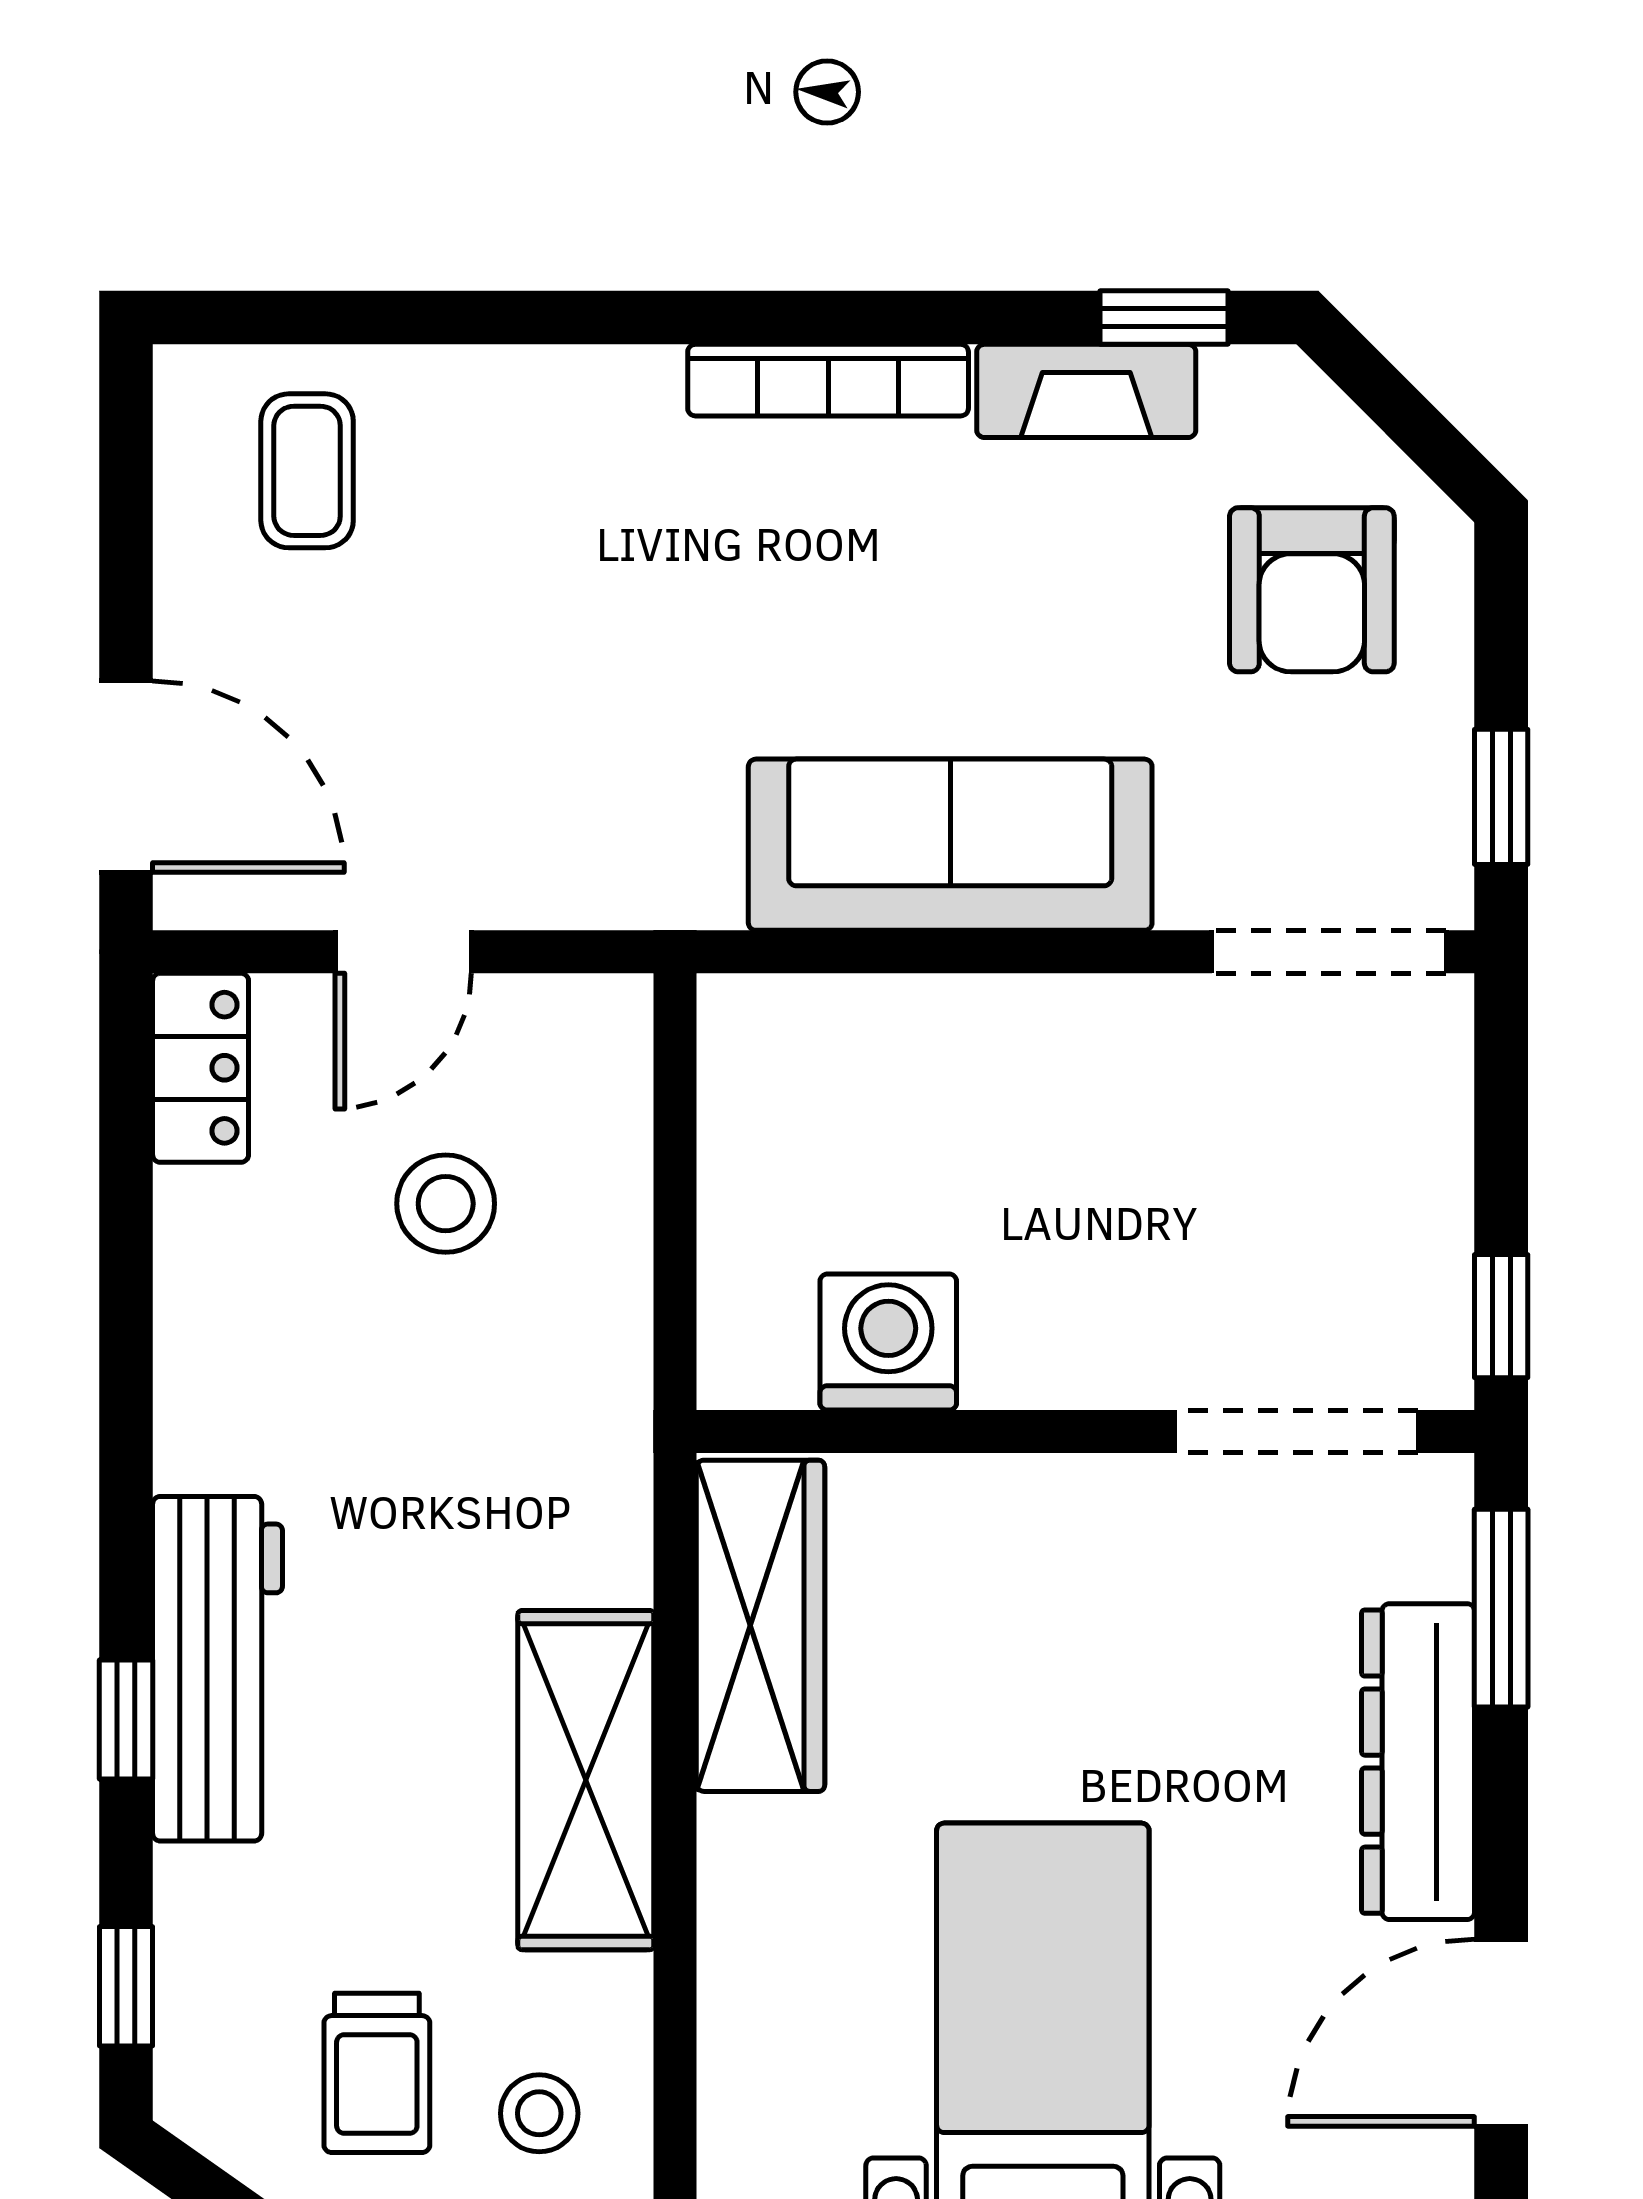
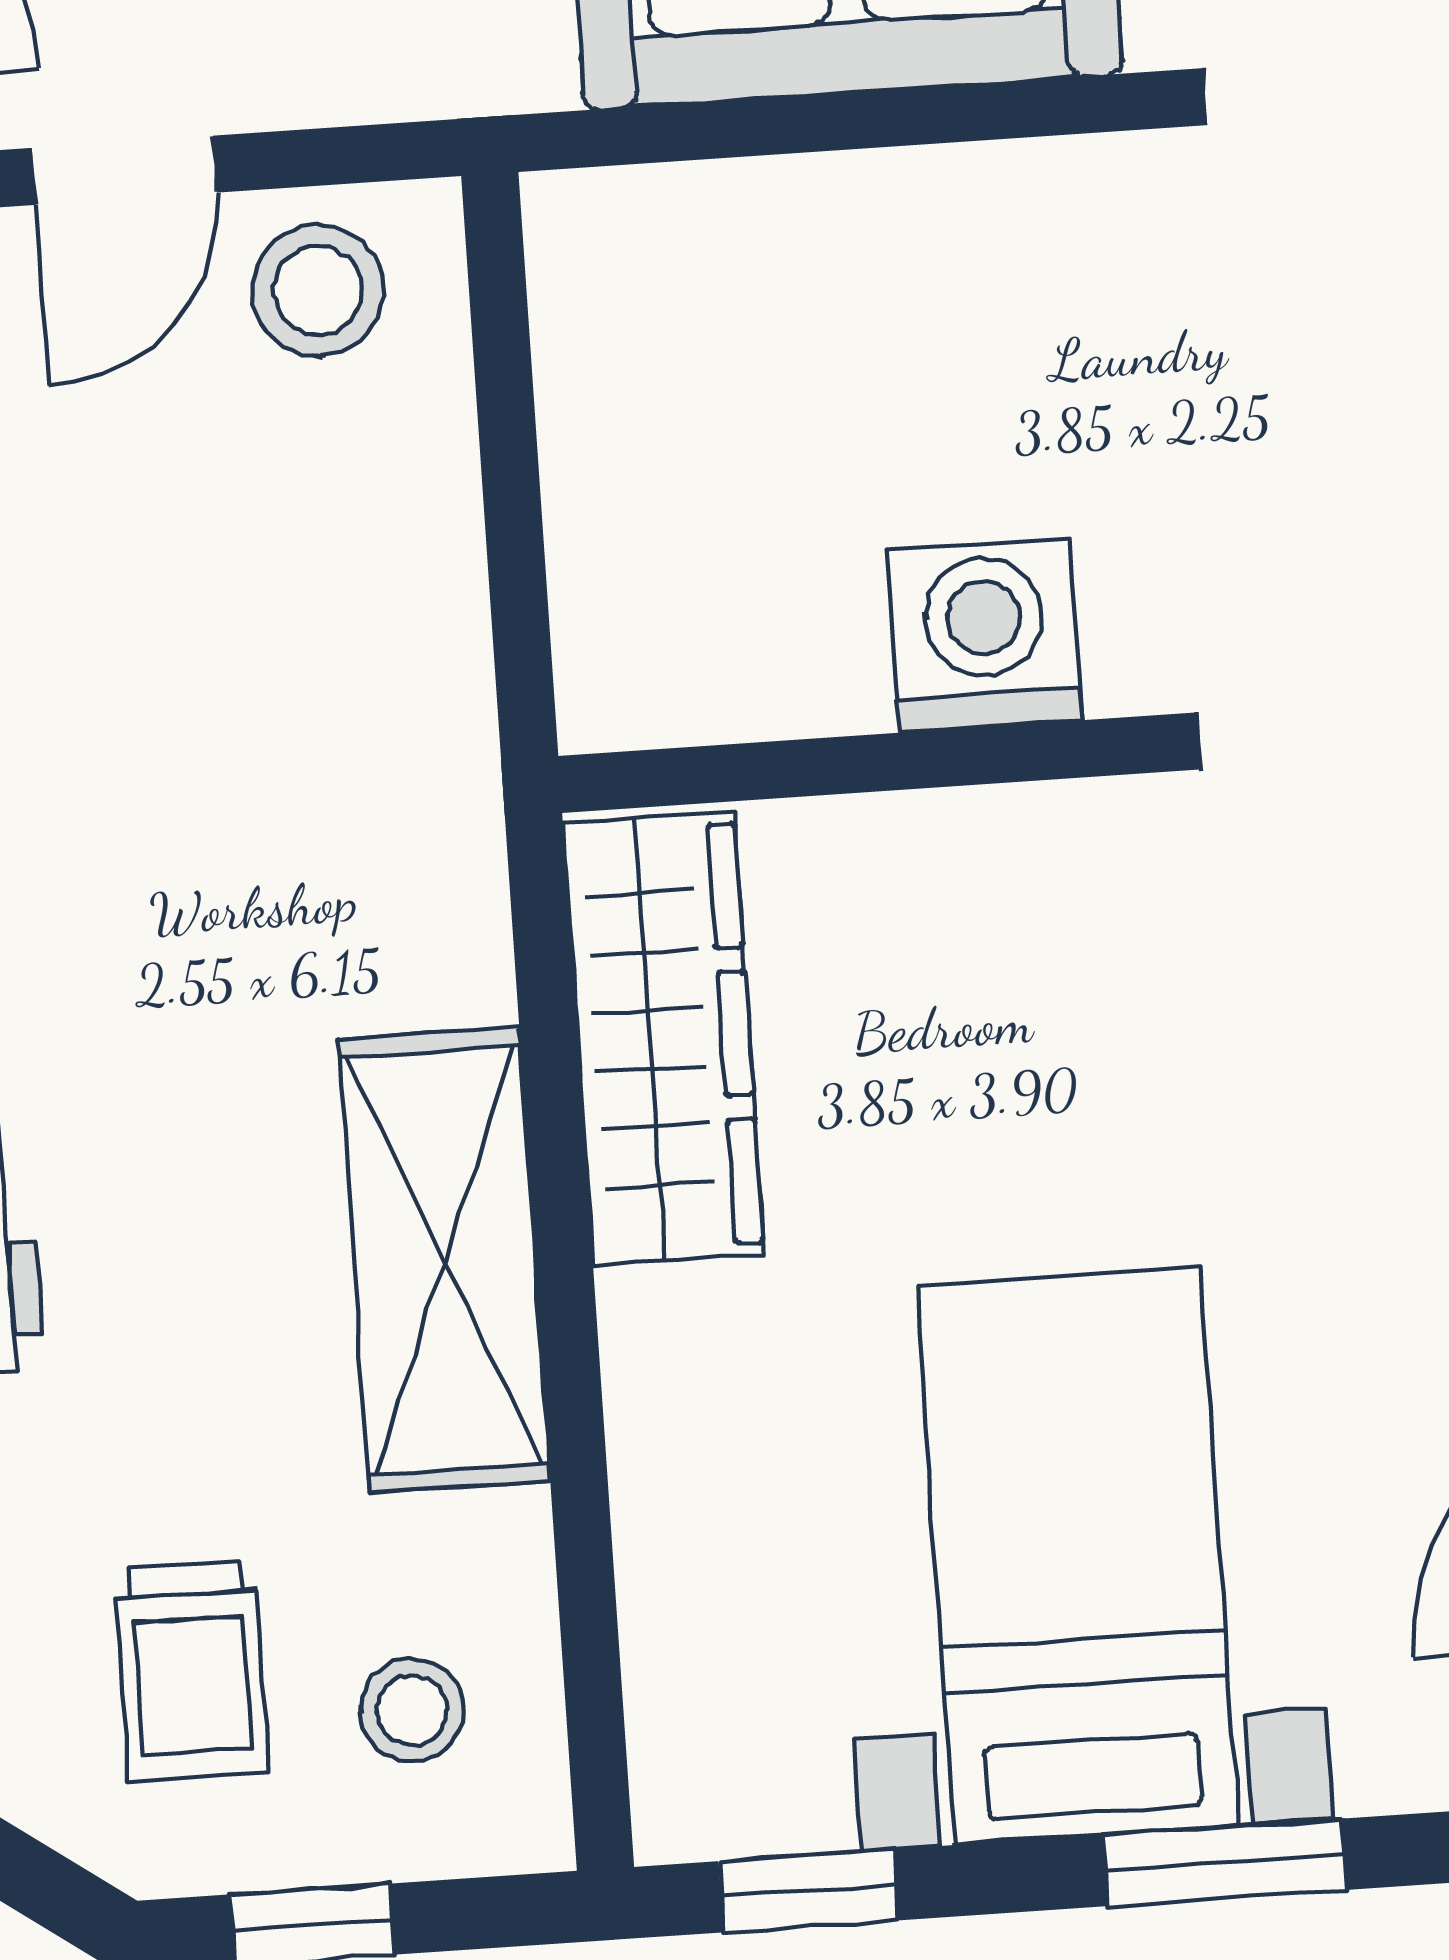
stool: (446, 1204) -> (318, 290), moved
washing machine: (888, 1342) -> (985, 635), moved

